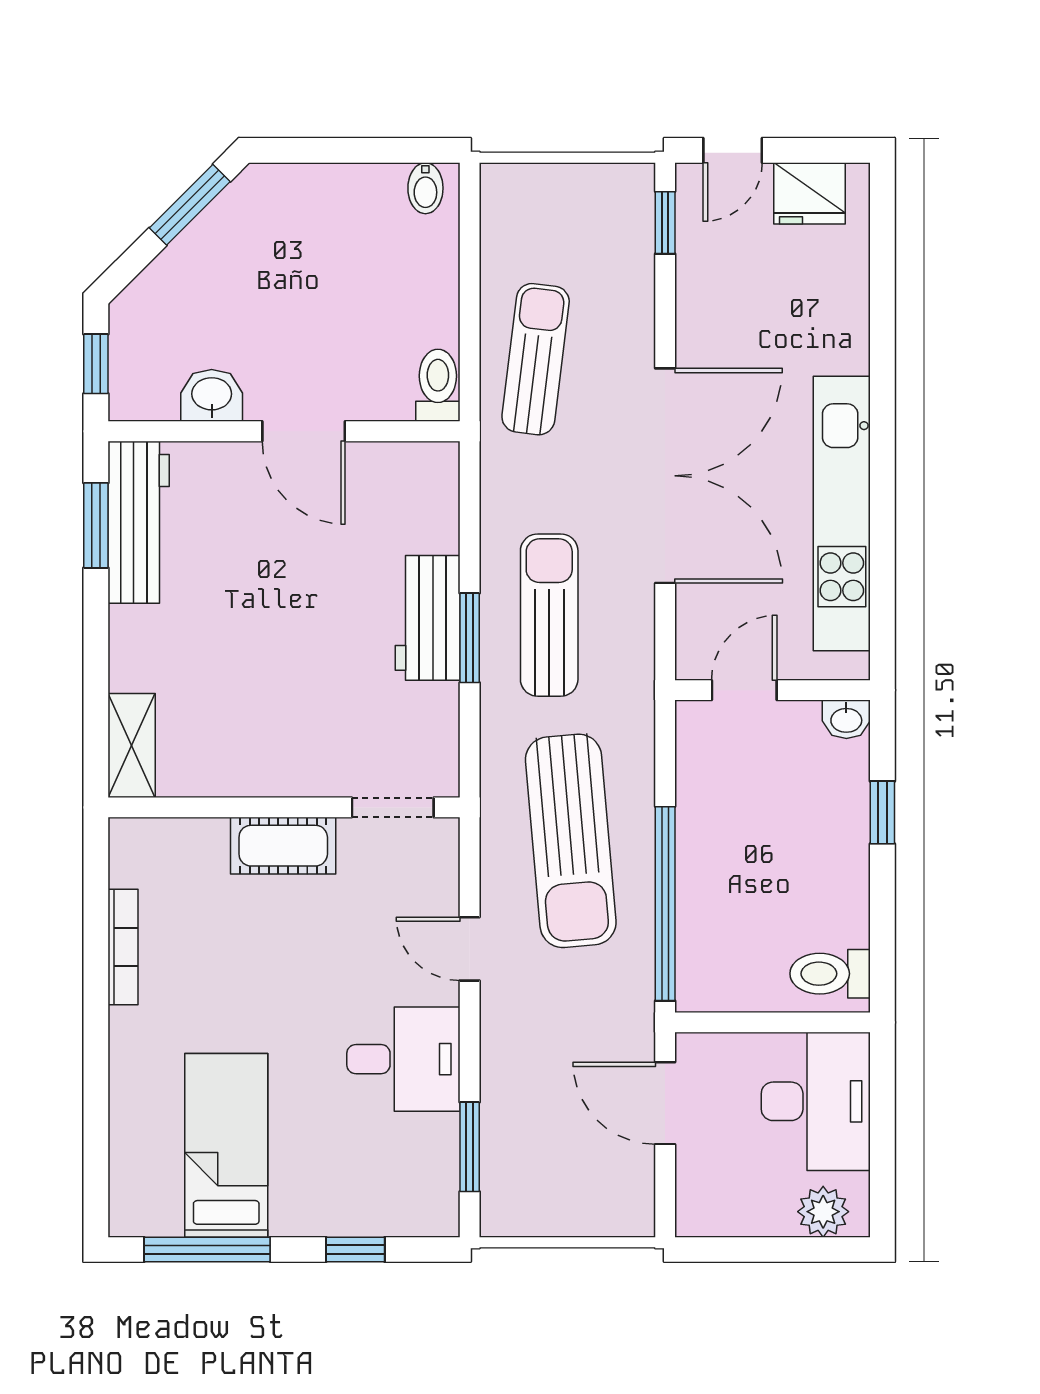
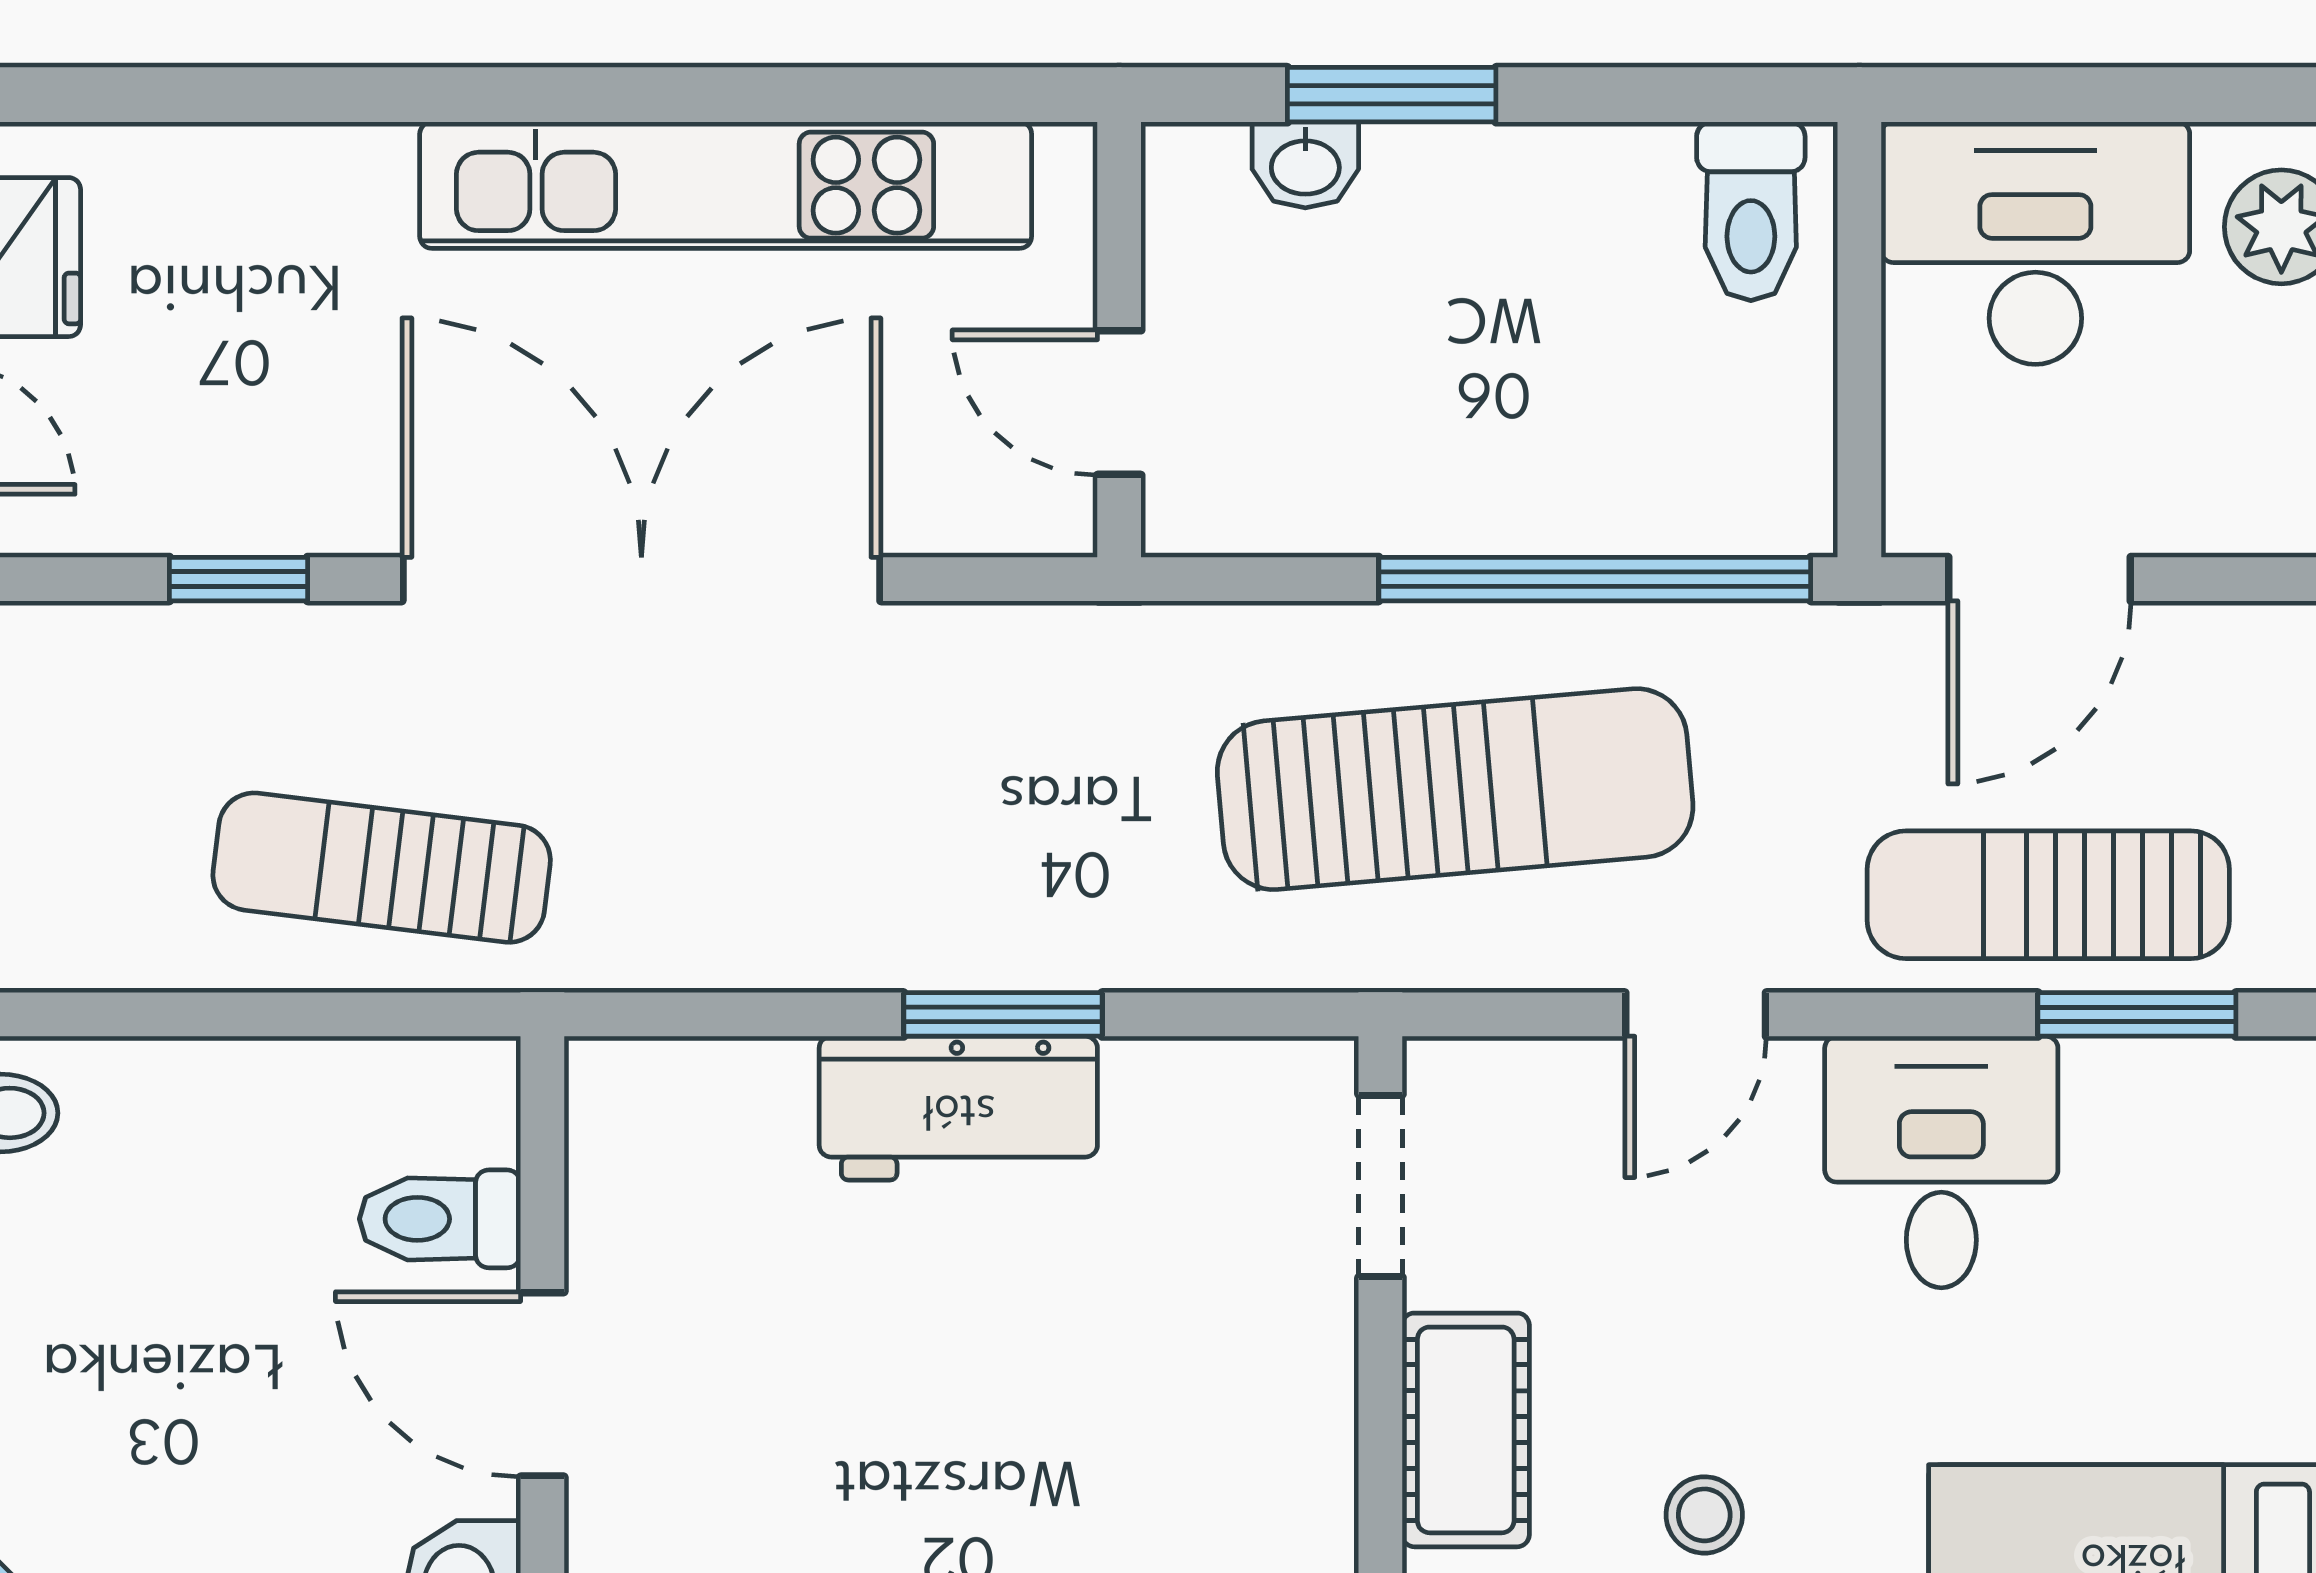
window: (665, 223) -> (239, 579), moved
toilet: (438, 385) -> (440, 1219), moved
door: (304, 431) -> (542, 1384), swing flipped
sun lounger: (549, 615) -> (2048, 895), moved
washbasin: (846, 719) -> (1305, 165), moved, turned 90
window: (882, 812) -> (1392, 95), width x1.50
stool: (245, 953) -> (1704, 1515), added

